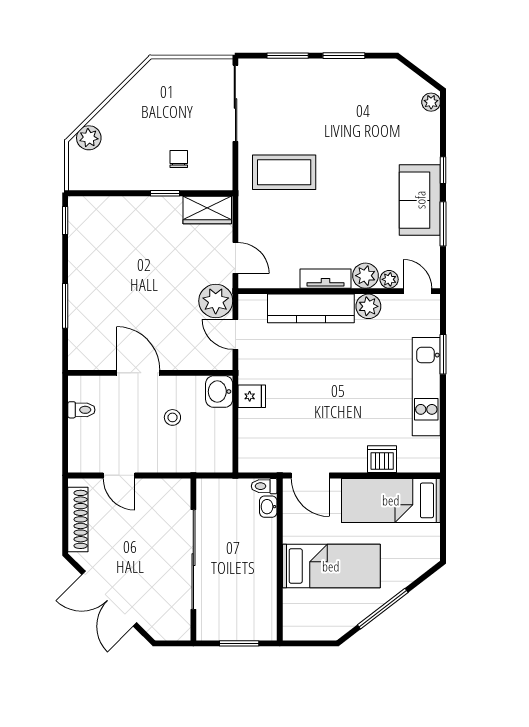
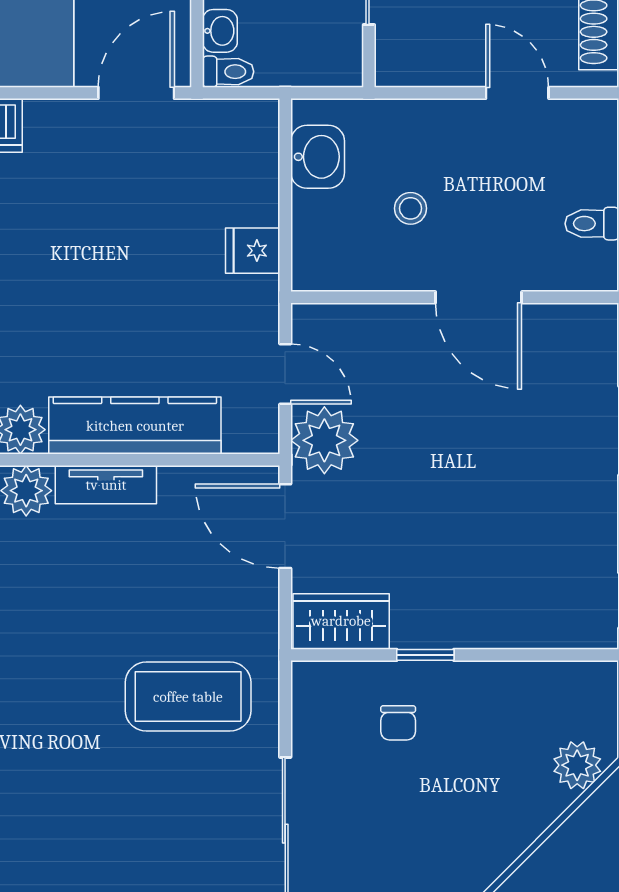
door: (235, 258) -> (285, 526), width x1.38
washbasin: (219, 392) -> (318, 157), moved
door: (310, 475) -> (136, 93), hinge flipped

